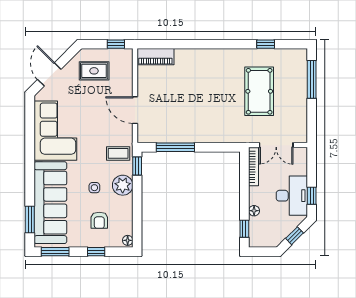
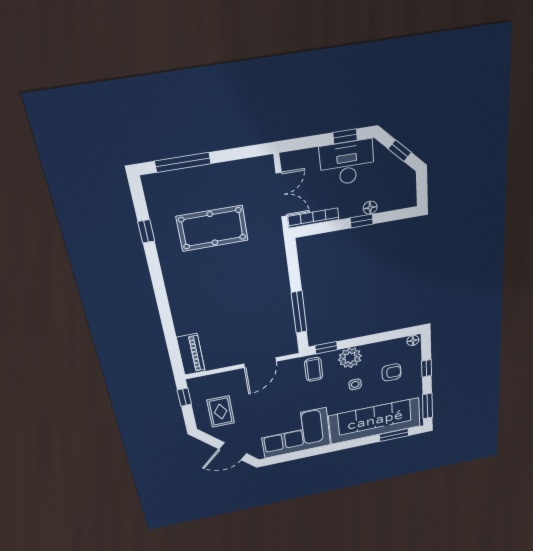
window: (244, 229) -> (362, 221), moved

